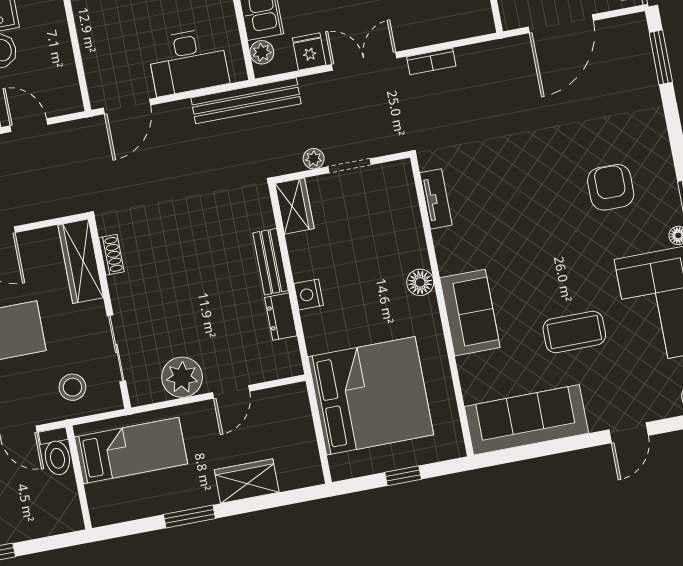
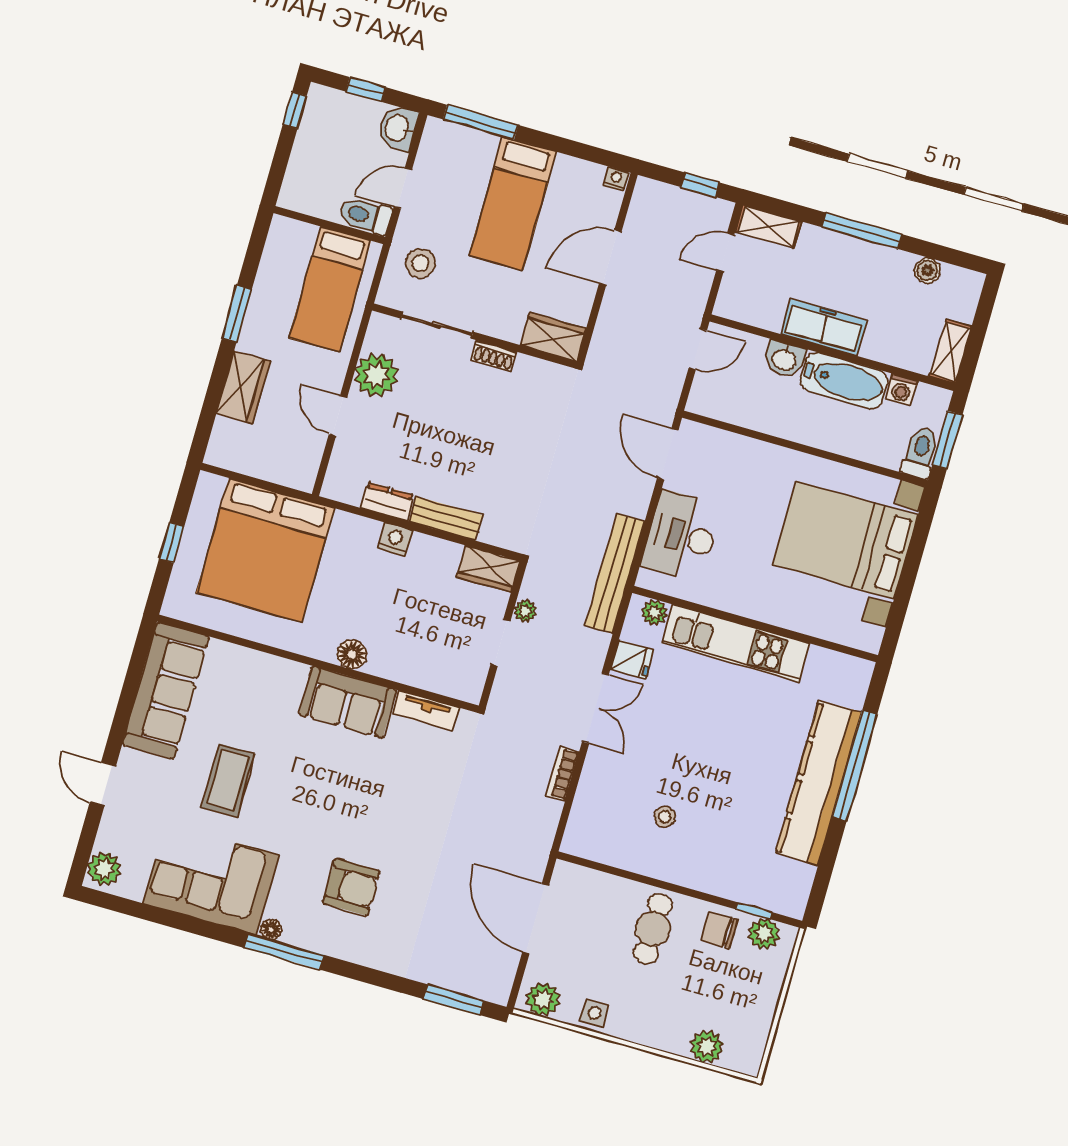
shoe rack: (111, 255) -> (494, 356), moved
wardrobe: (81, 261) -> (553, 337), width x0.67
sofa: (470, 313) -> (348, 702), moved

